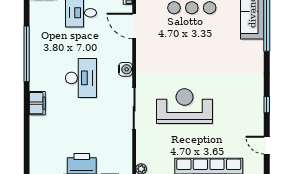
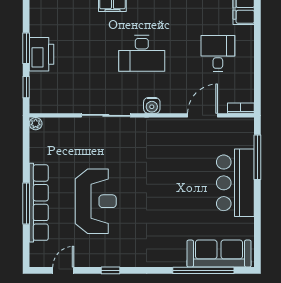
reception desk: (185, 106) -> (96, 201), moved

